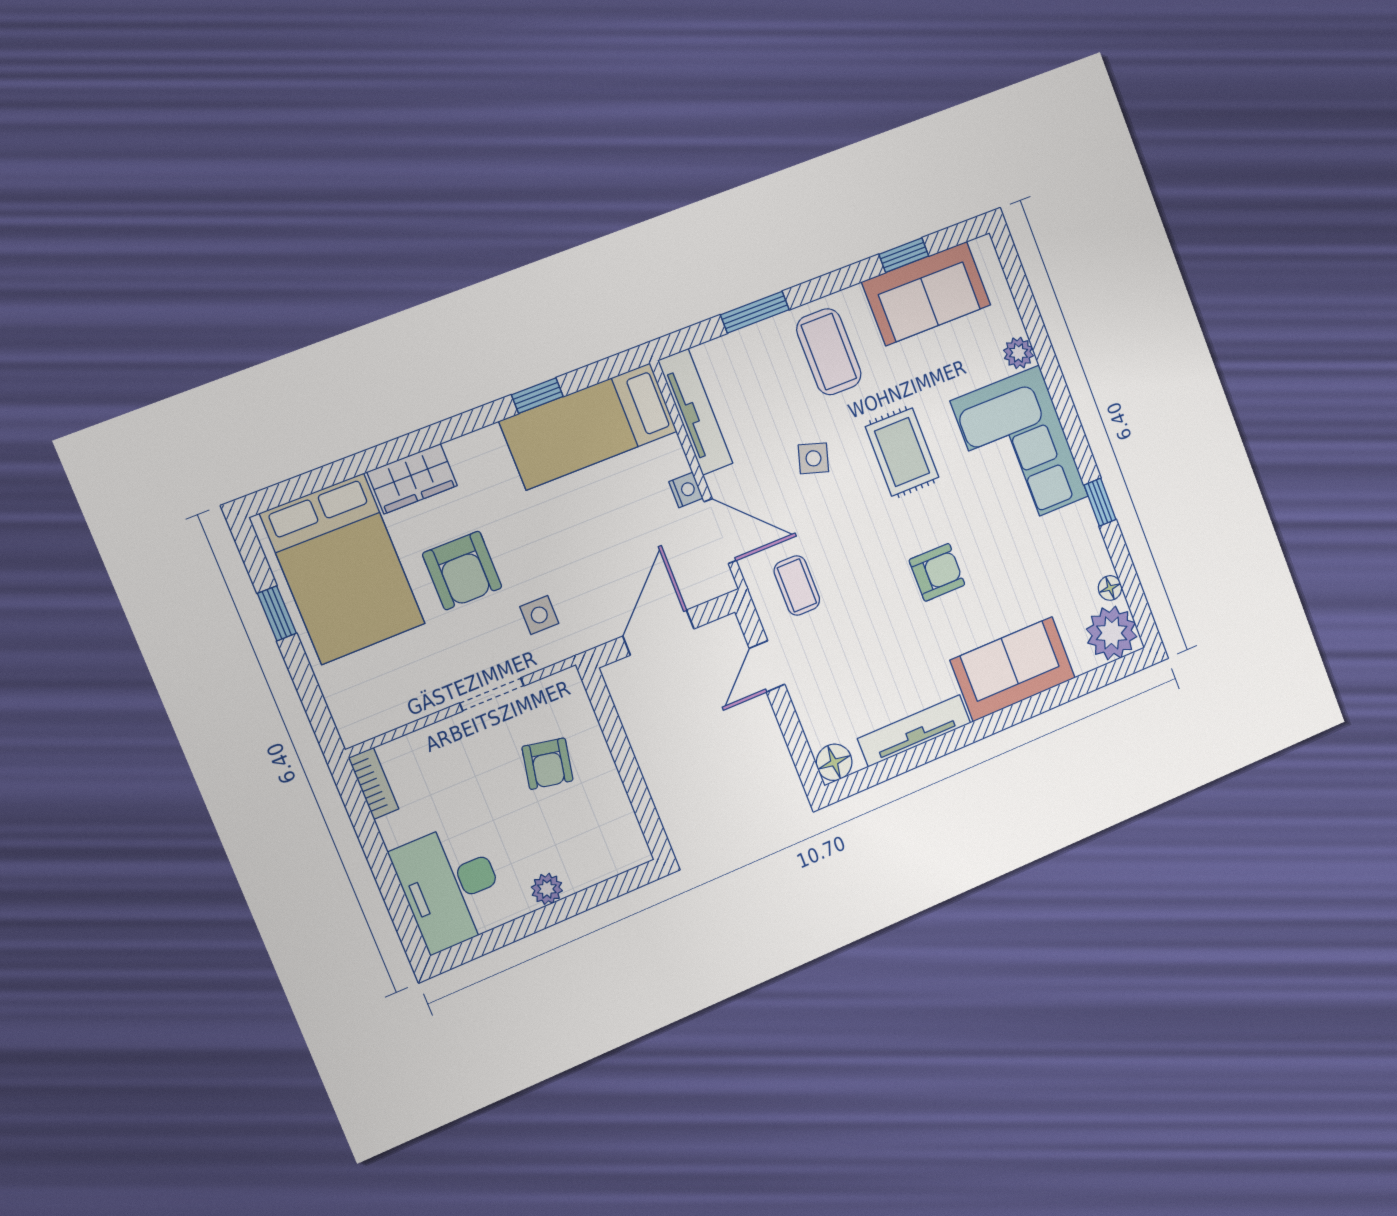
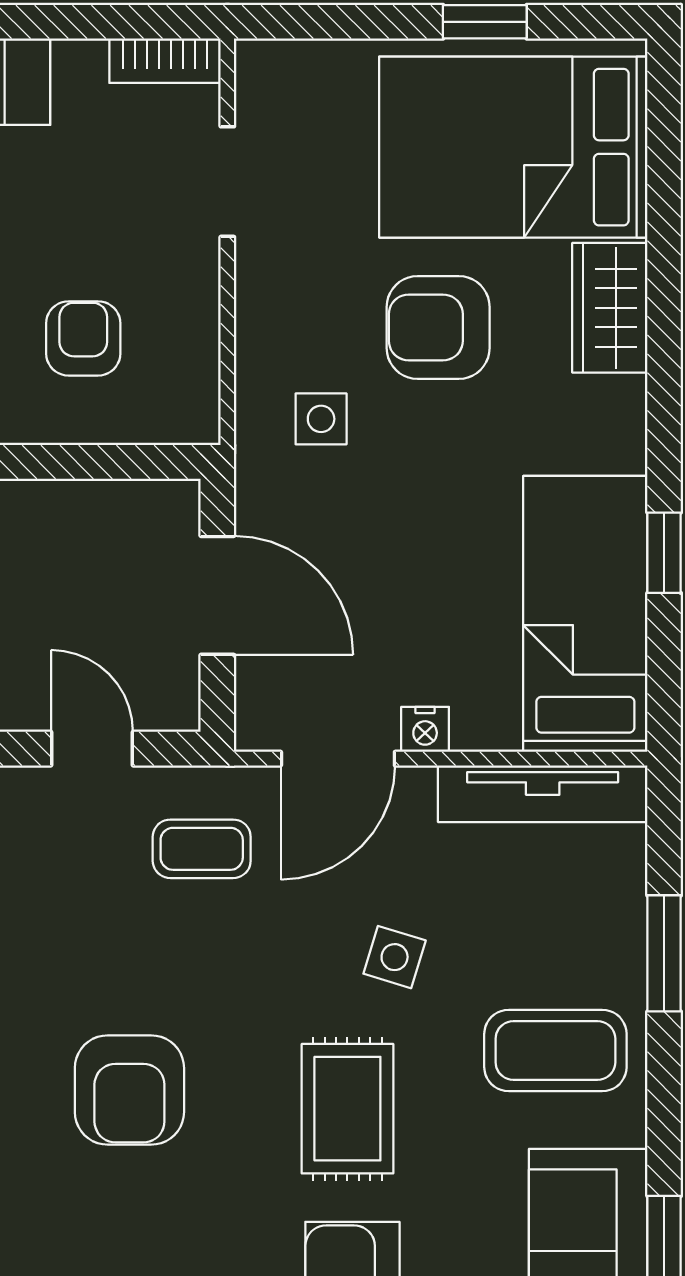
rug: (902, 452) -> (347, 1109), turned 90
armchair: (937, 572) -> (129, 1090), width x1.38, depth x1.38
doorway: (492, 694) -> (227, 182), moved
armchair: (547, 764) -> (83, 338), turned 79

